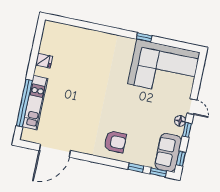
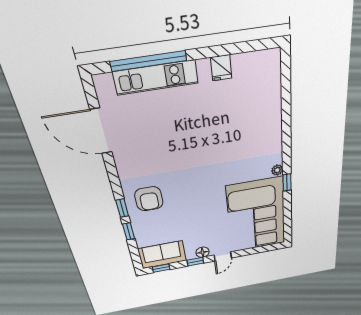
plant: (131, 42) -> (277, 170), added
window: (158, 172) -> (122, 208), moved

